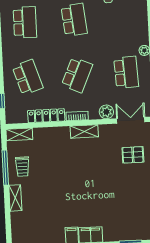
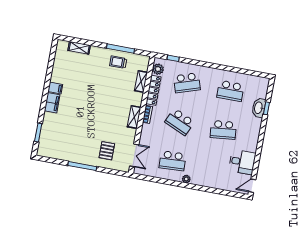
plant: (106, 112) -> (158, 69), moved
shelving: (19, 134) -> (141, 81), moved
shelving: (15, 198) -> (79, 48), moved

